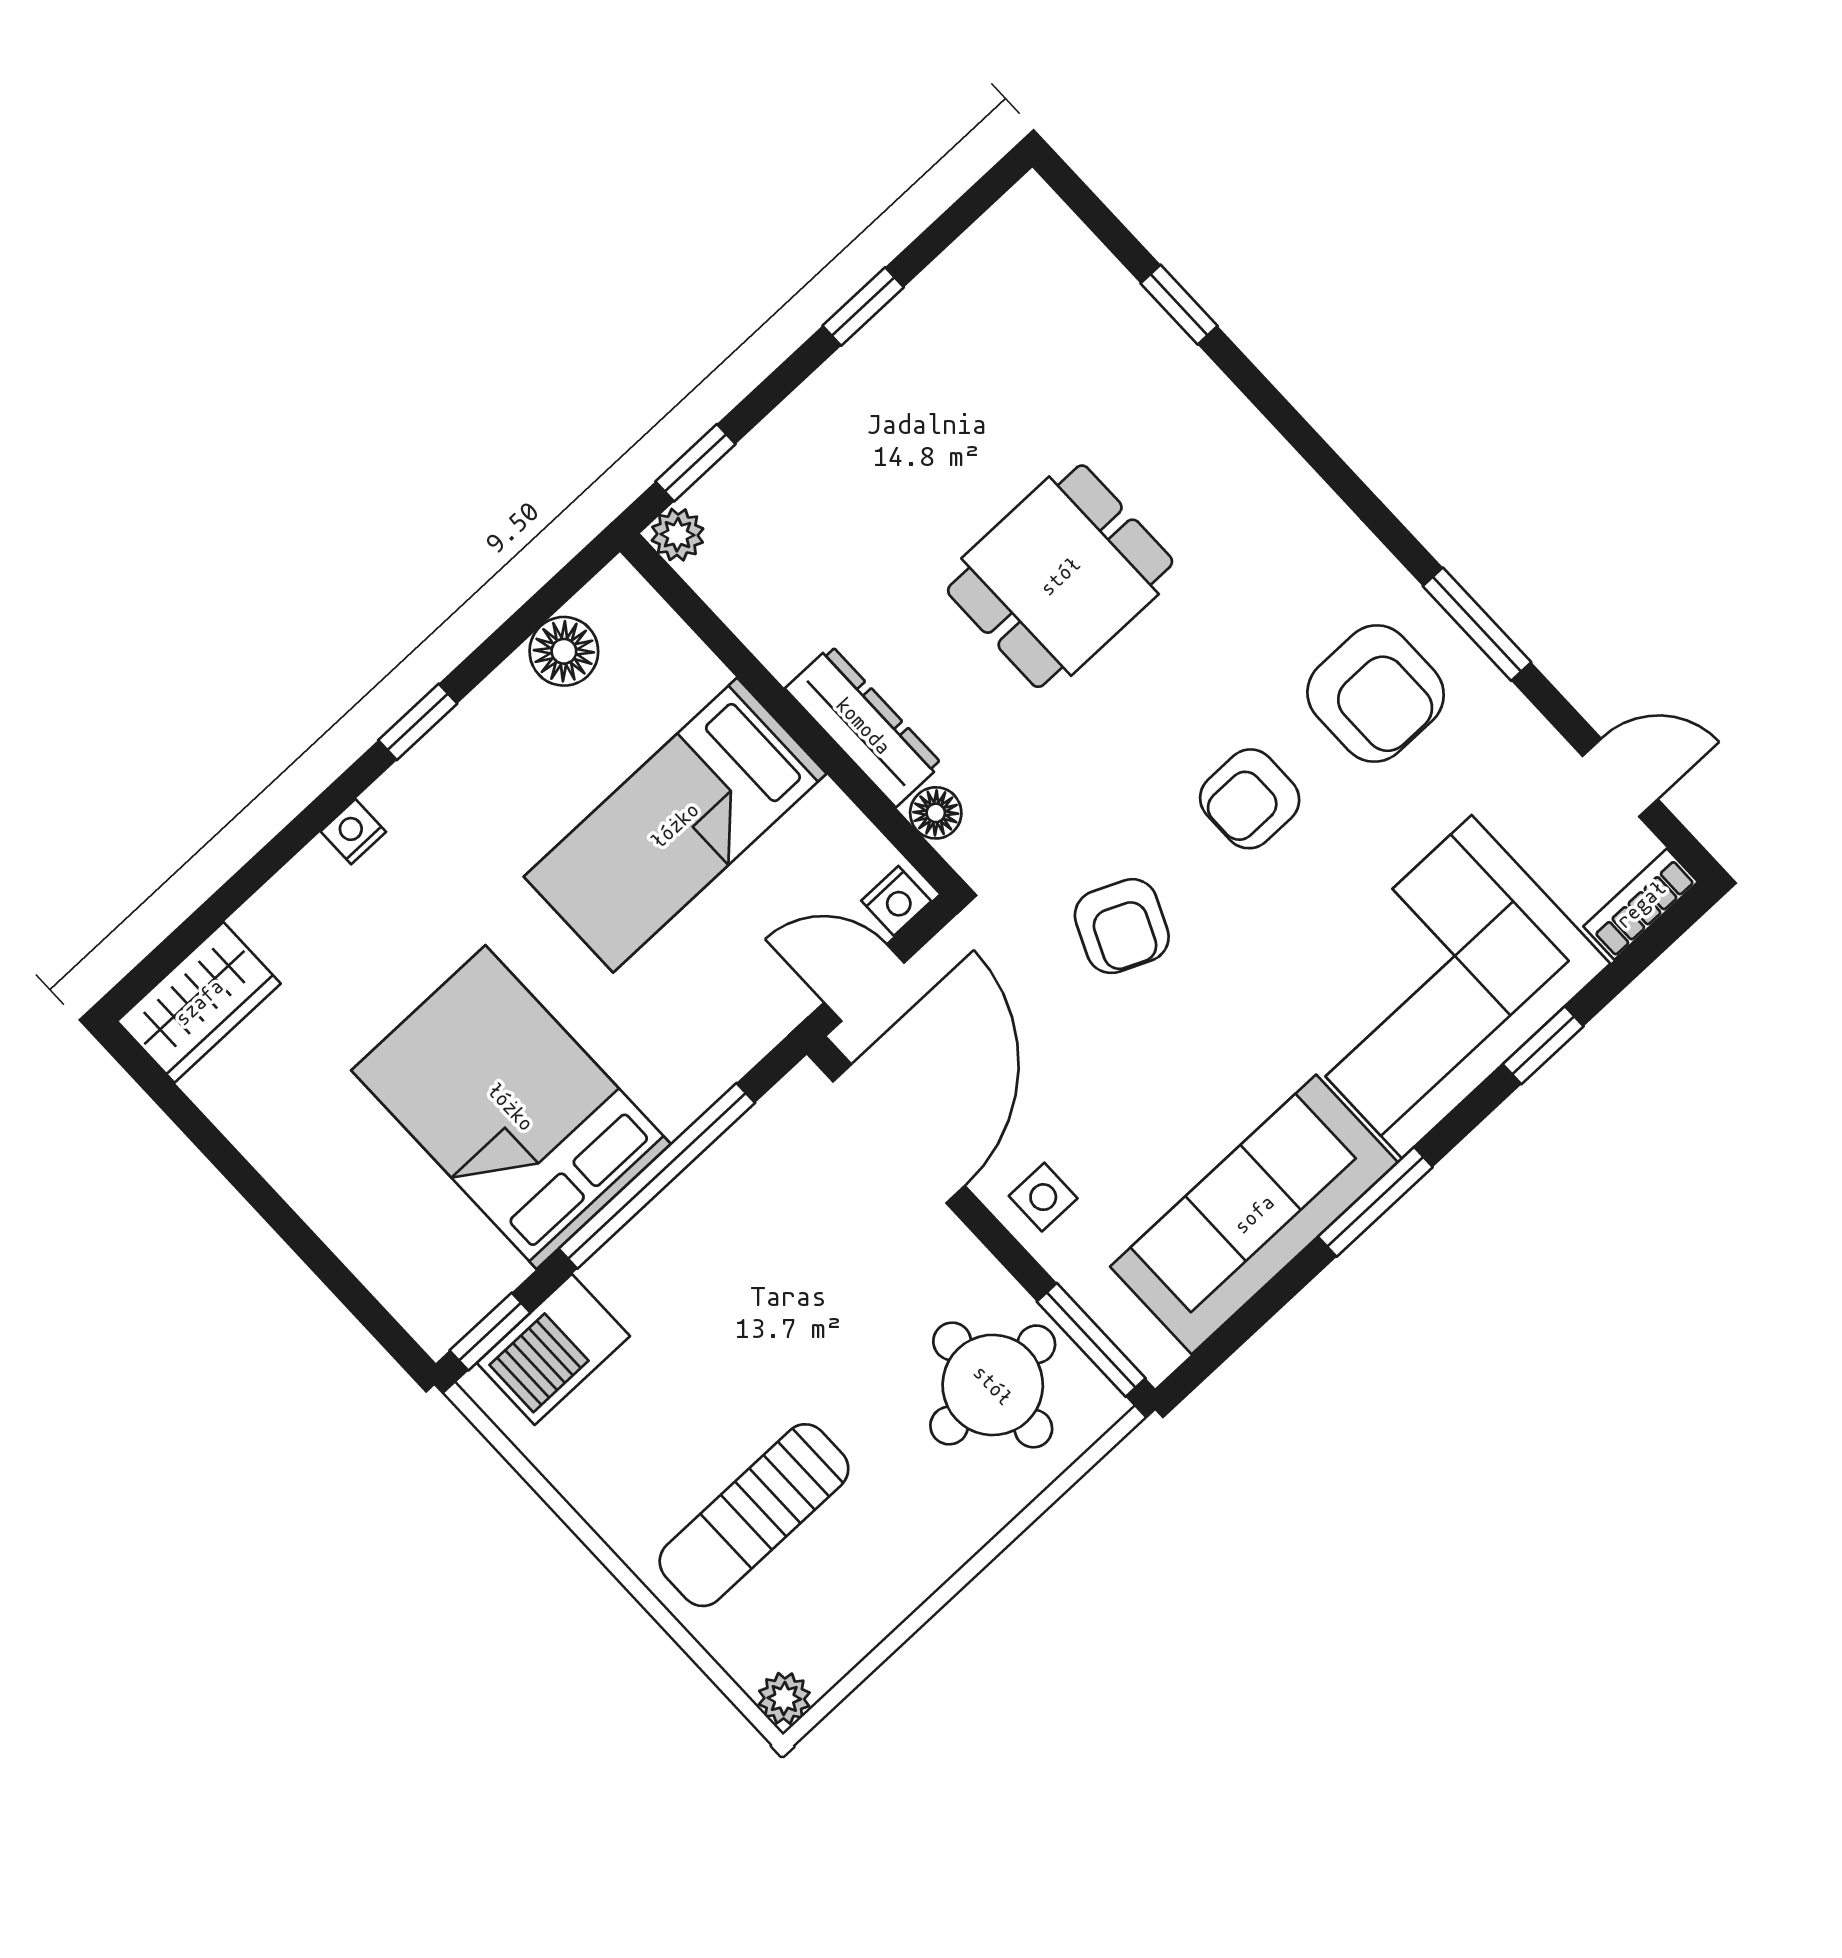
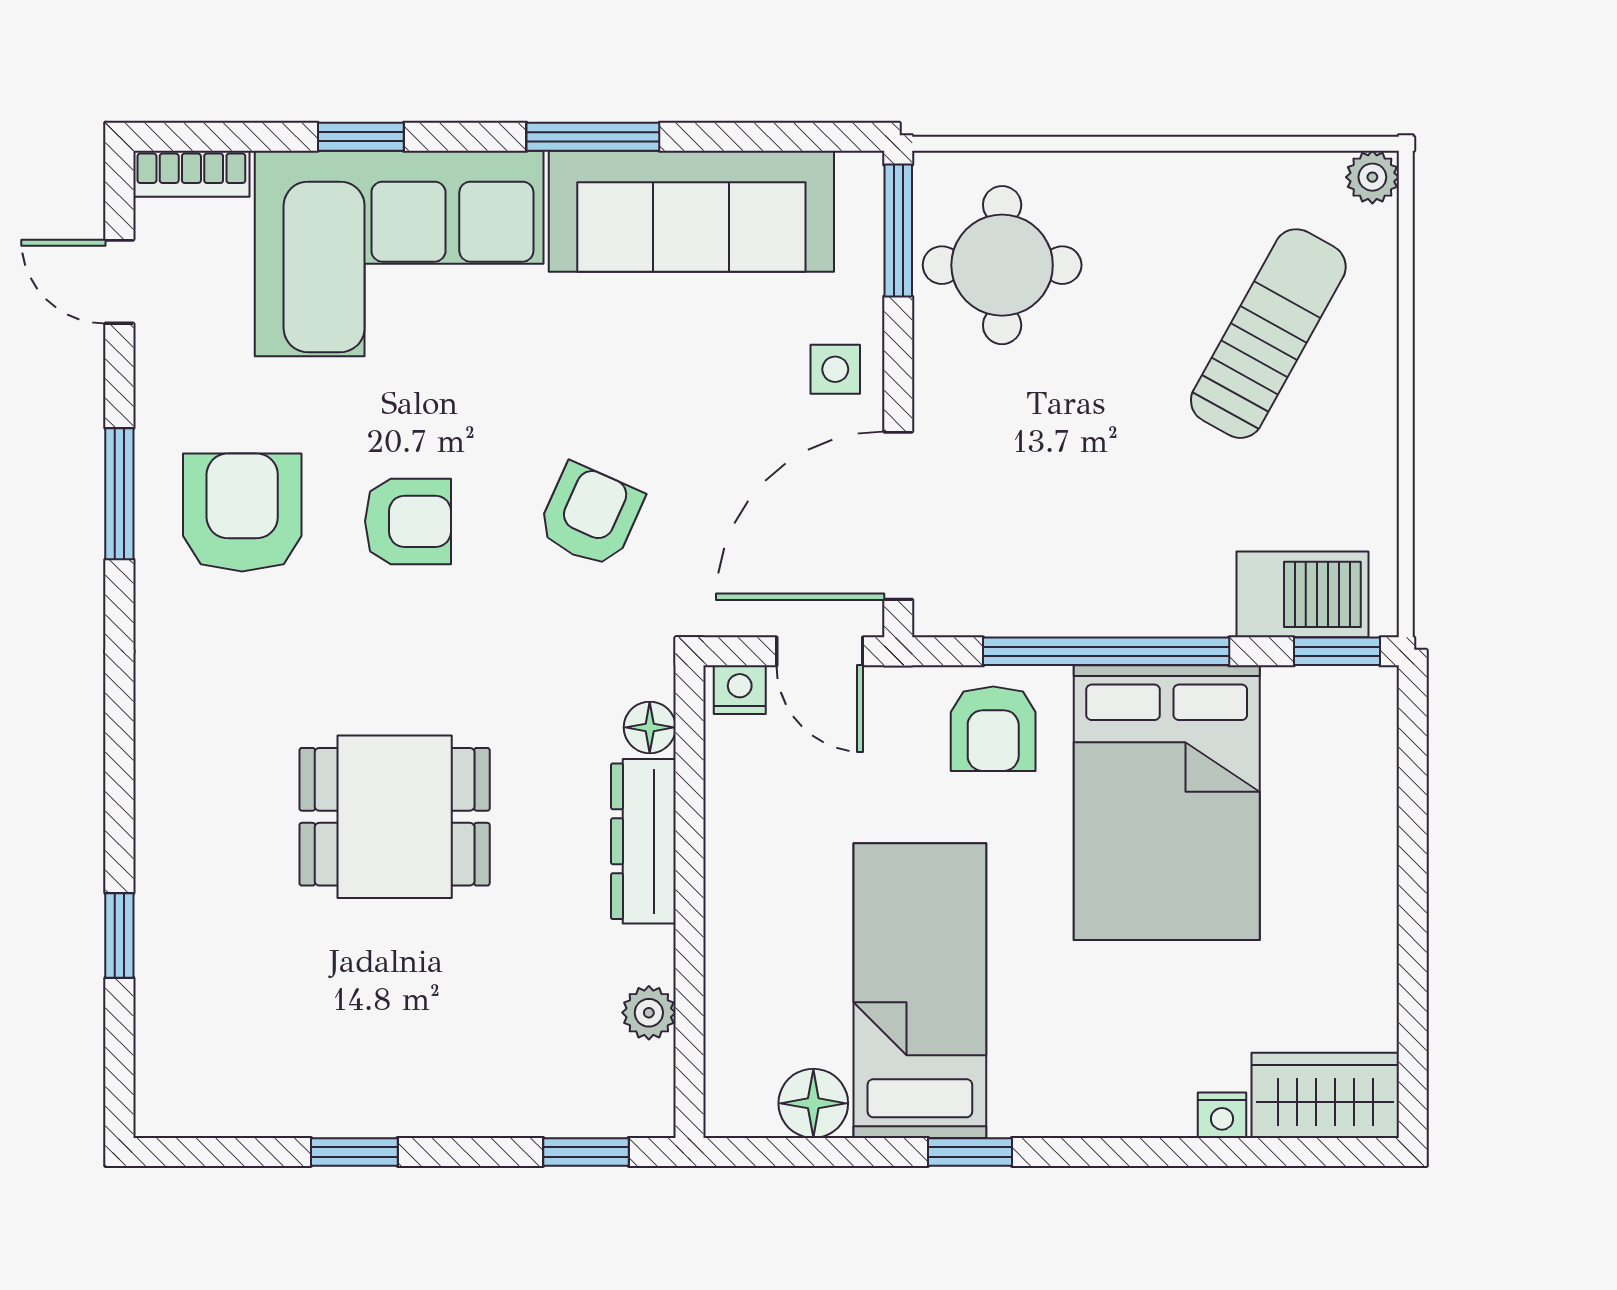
plant: (678, 535) -> (649, 1013), moved
bed: (675, 825) -> (920, 991), moved, turned -90
nightstand: (353, 832) -> (1222, 1115), moved
armchair: (686, 1044) -> (993, 729), added
sun lounger: (754, 1515) -> (1268, 334), turned -61

